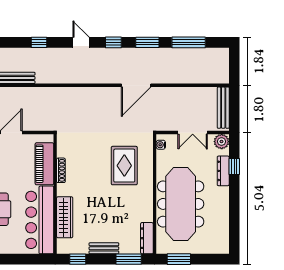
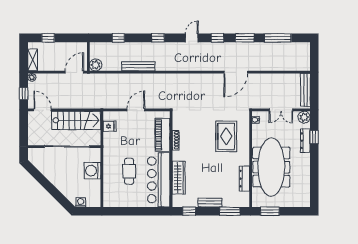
door: (81, 42) -> (192, 38), hinge flipped
dresser: (147, 238) -> (244, 179), moved

